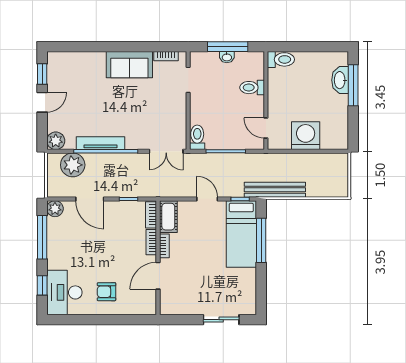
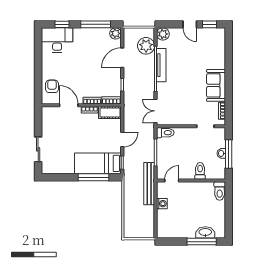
washing machine: (306, 136) -> (162, 204), width x0.53, depth x0.53
bench: (275, 190) -> (149, 184), moved
armchair: (107, 292) -> (52, 86), moved

